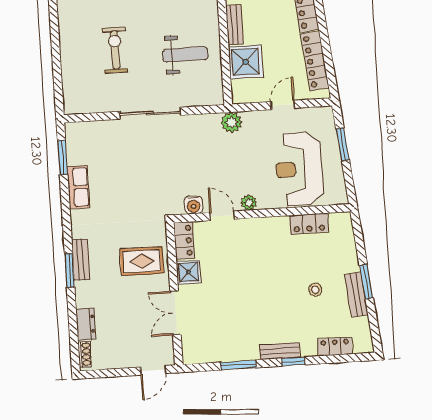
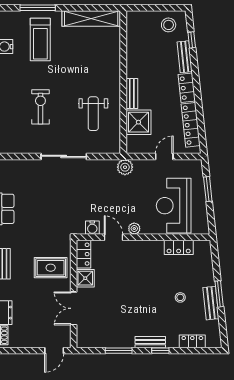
weight bench: (185, 54) -> (93, 114), turned 90

